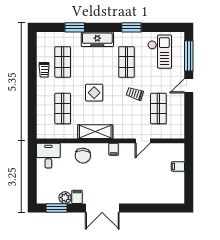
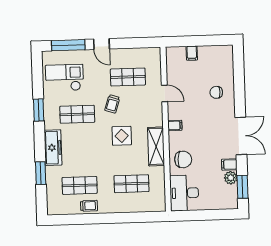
display table: (94, 93) -> (122, 136), moved
desk: (48, 156) -> (184, 193), width x1.37
chair: (142, 187) -> (216, 92), added

